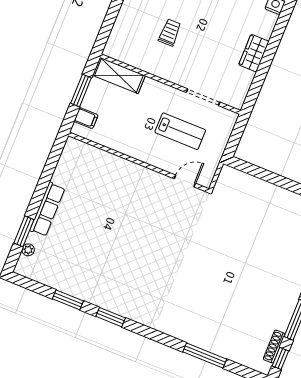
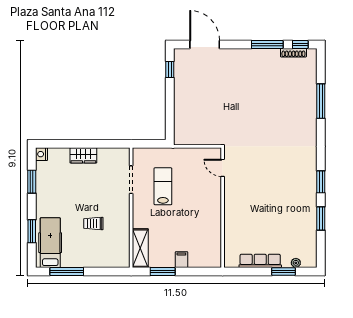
wall: (139, 162) -> (223, 208), moved
door: (185, 181) -> (223, 168), moved

